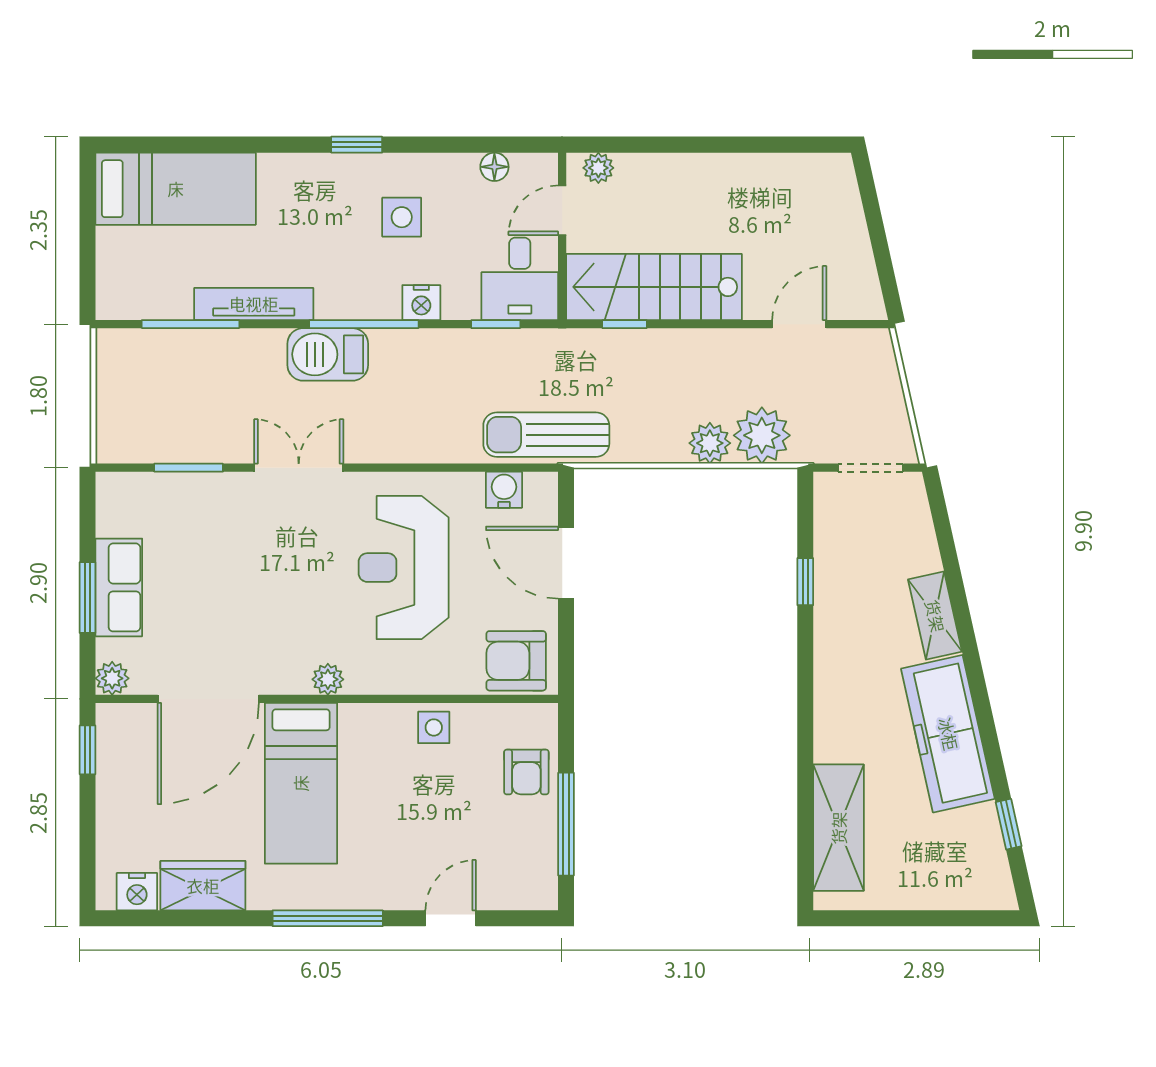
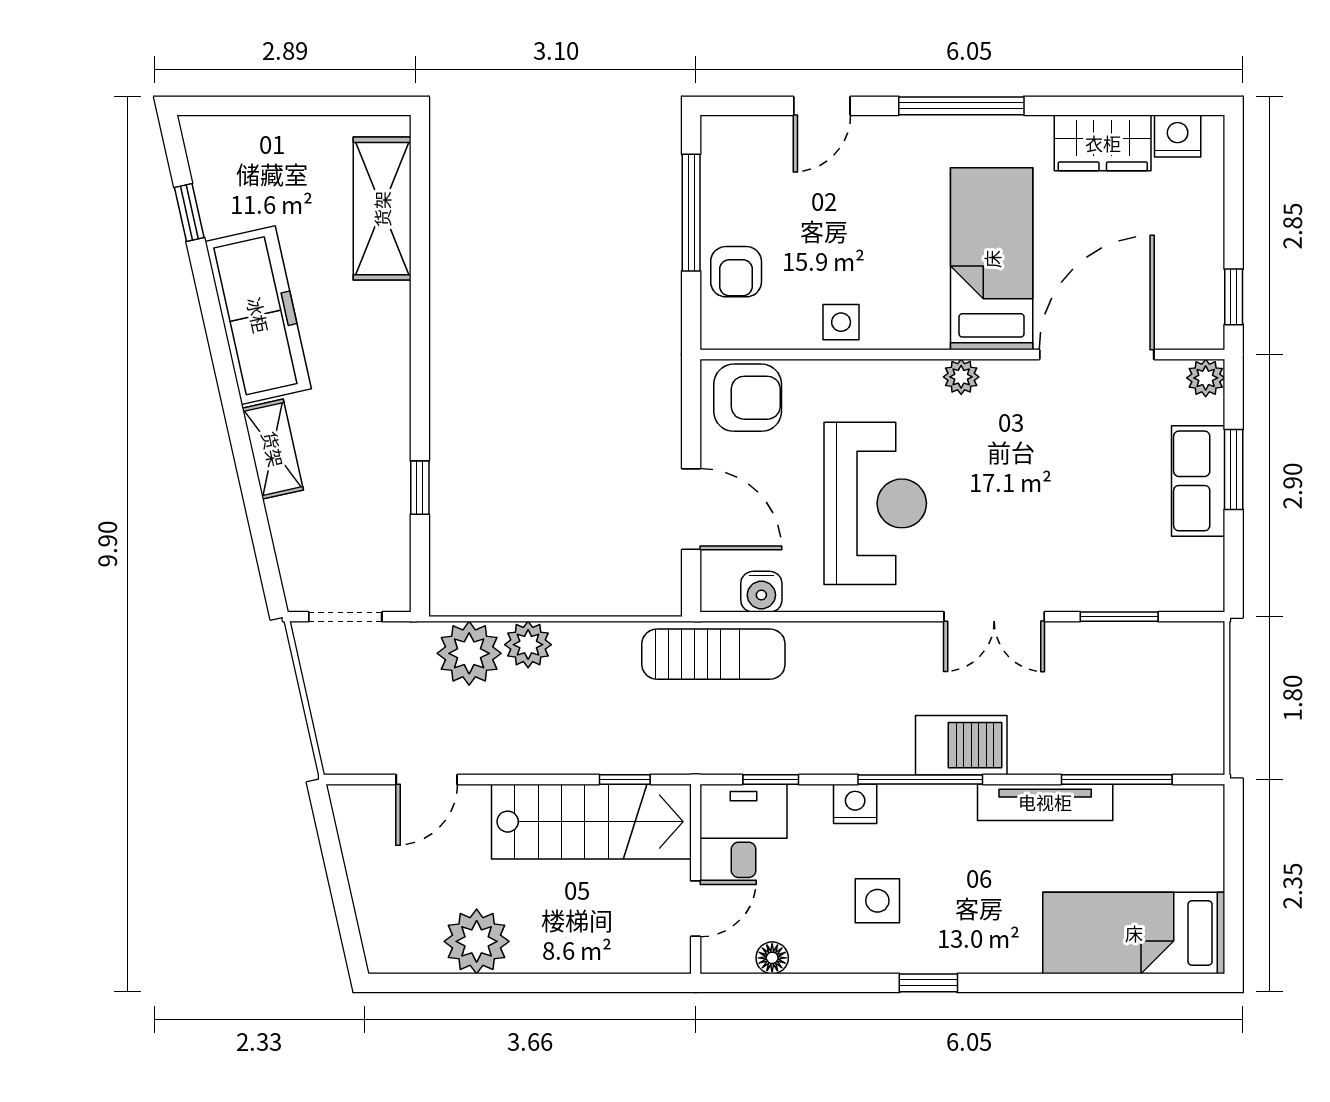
plant: (598, 168) -> (477, 941), moved, width x1.88, depth x1.88
armchair: (526, 772) -> (736, 272), turned 180

